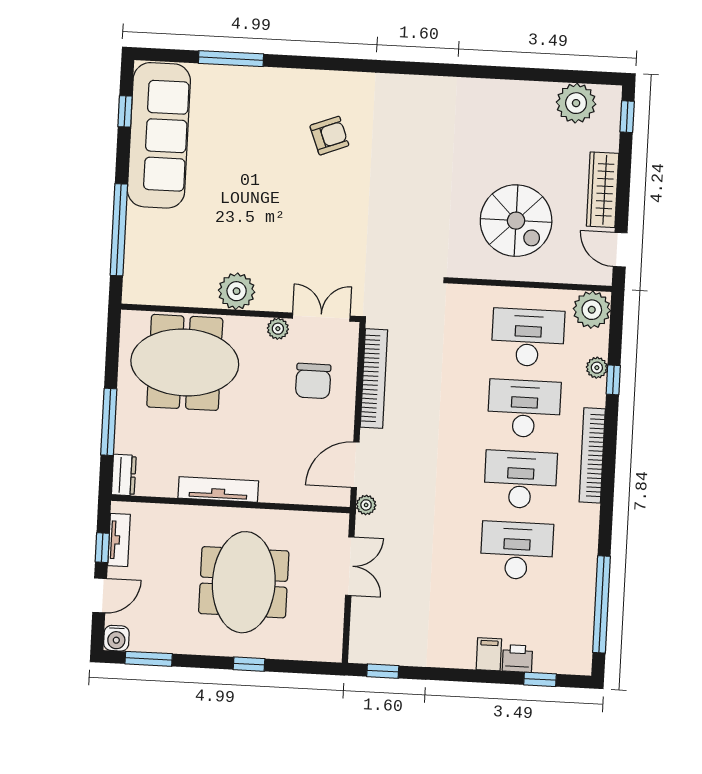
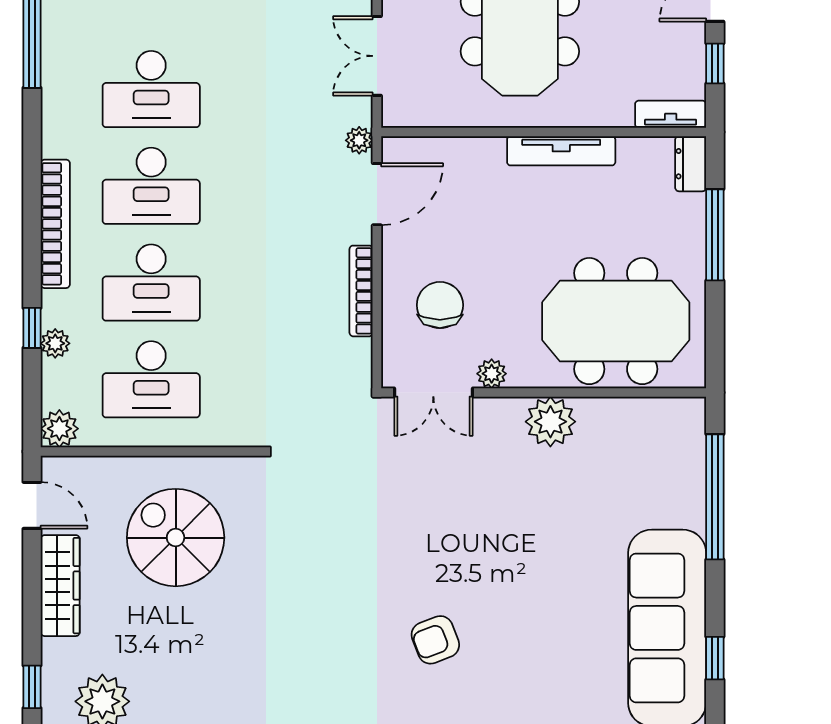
plant: (592, 310) -> (59, 429), width x0.73, depth x0.73
bookcase: (374, 379) -> (361, 291), width x0.68, depth x0.76
tv unit: (119, 540) -> (671, 114), moved, turned 90

